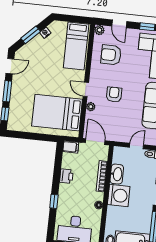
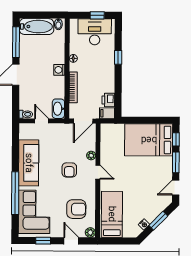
bed: (57, 113) -> (149, 140), moved, turned 180
door: (95, 142) -> (83, 121), hinge flipped
door: (137, 146) -> (42, 121), swing flipped
washbasin: (117, 174) -> (58, 109), moved
printer: (66, 176) -> (108, 100), moved
washing machine: (119, 195) -> (59, 70), width x0.53, depth x0.53

